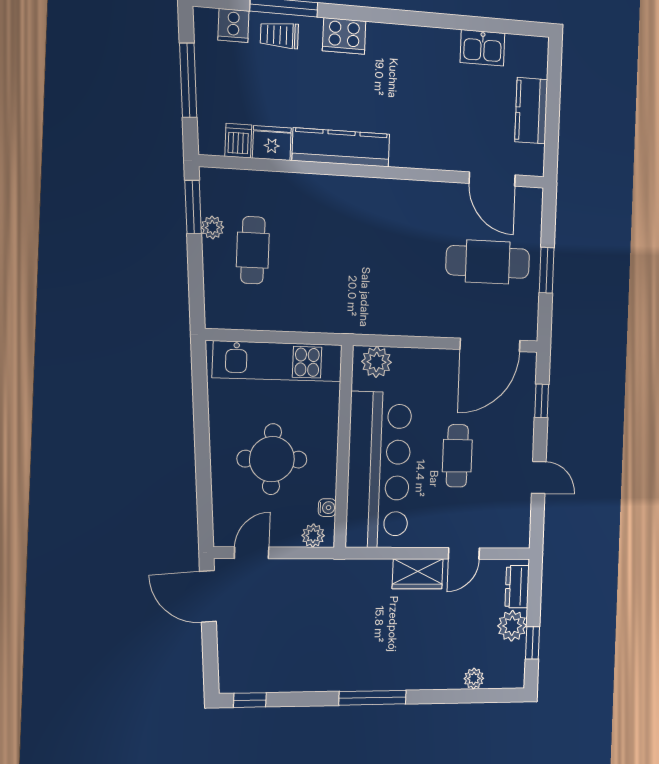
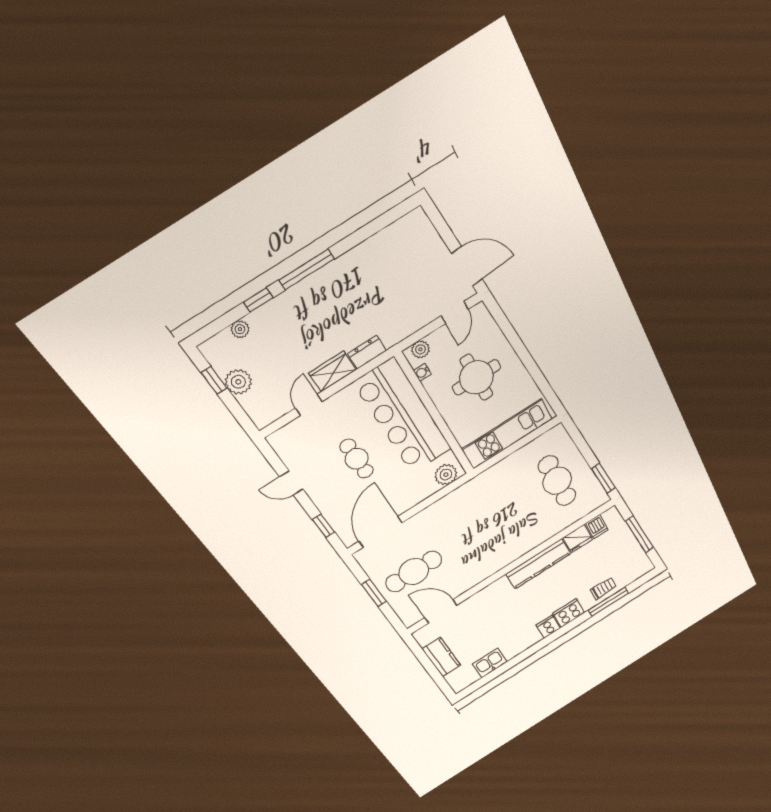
cooker: (233, 26) -> (548, 627), moved
plant: (212, 227) -> (587, 476), removed
cafe table: (253, 250) -> (557, 481), width x1.37, depth x1.35
dresser: (517, 587) -> (367, 352), moved, turned -90
window: (250, 700) -> (258, 300), moved

